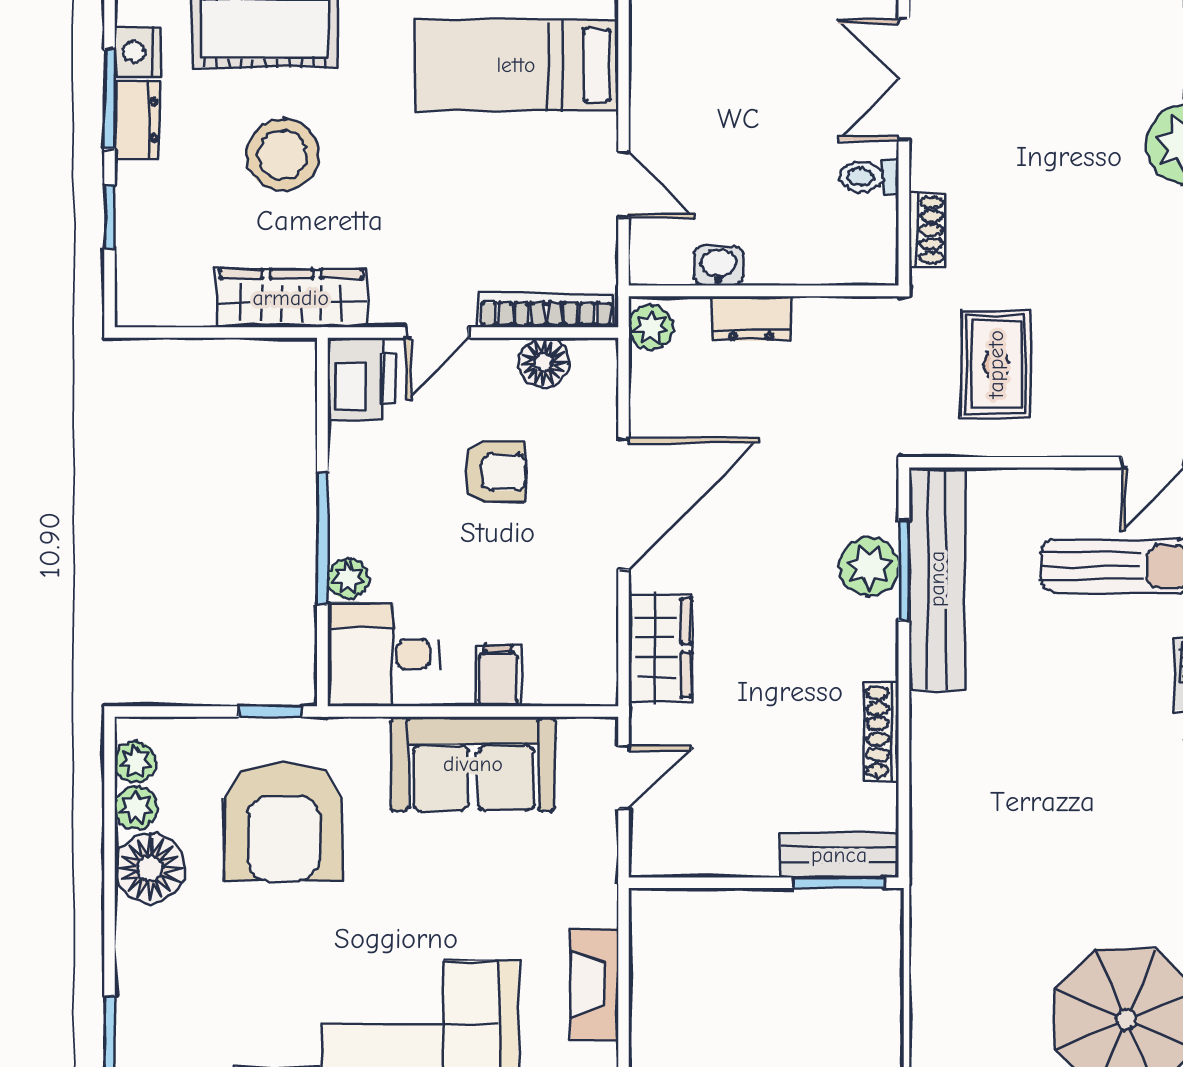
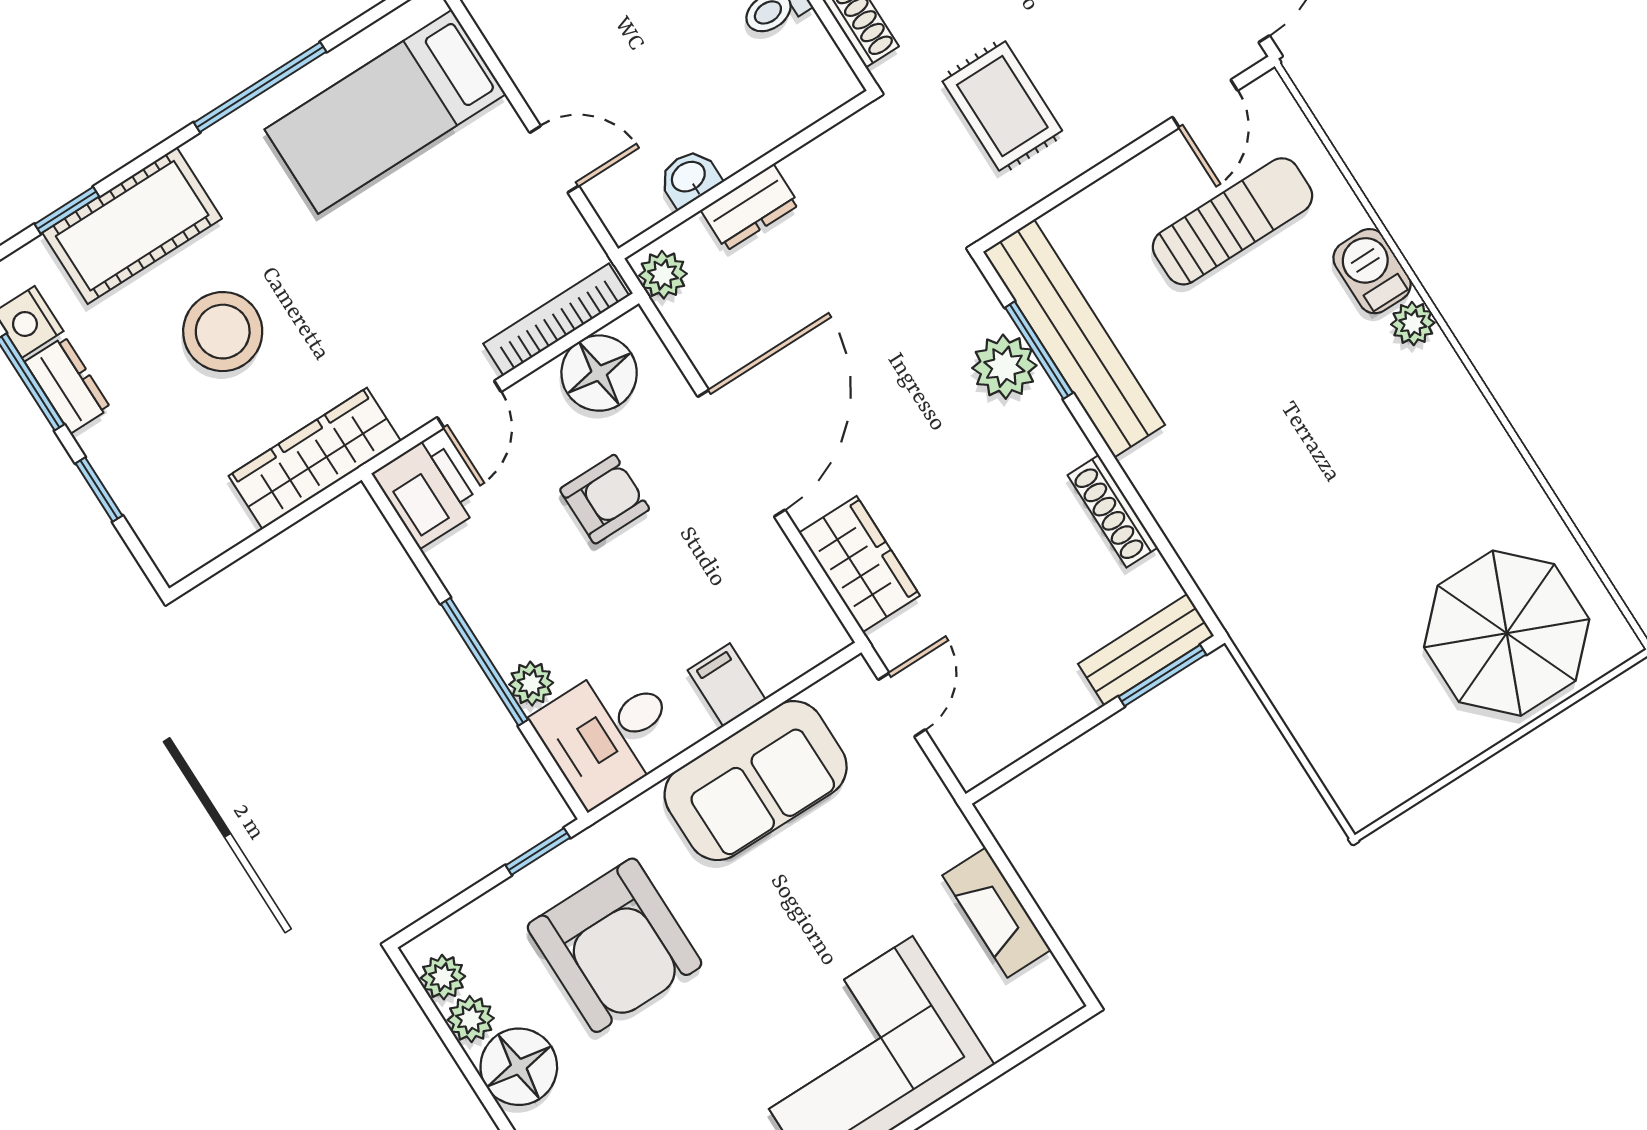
floor lamp: (544, 363) -> (599, 373), width x1.38, depth x1.38

